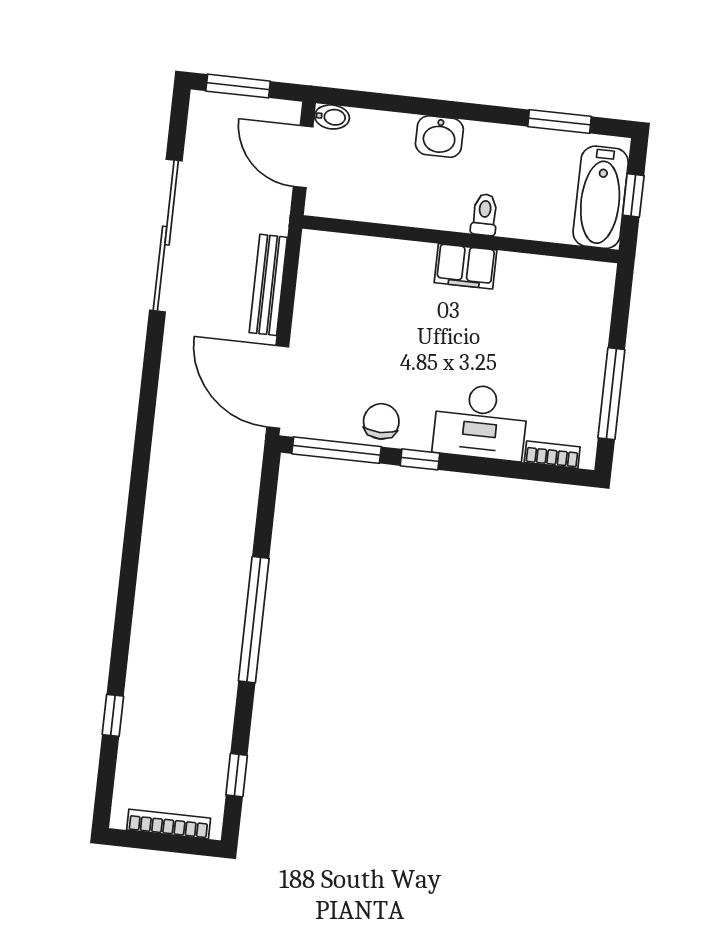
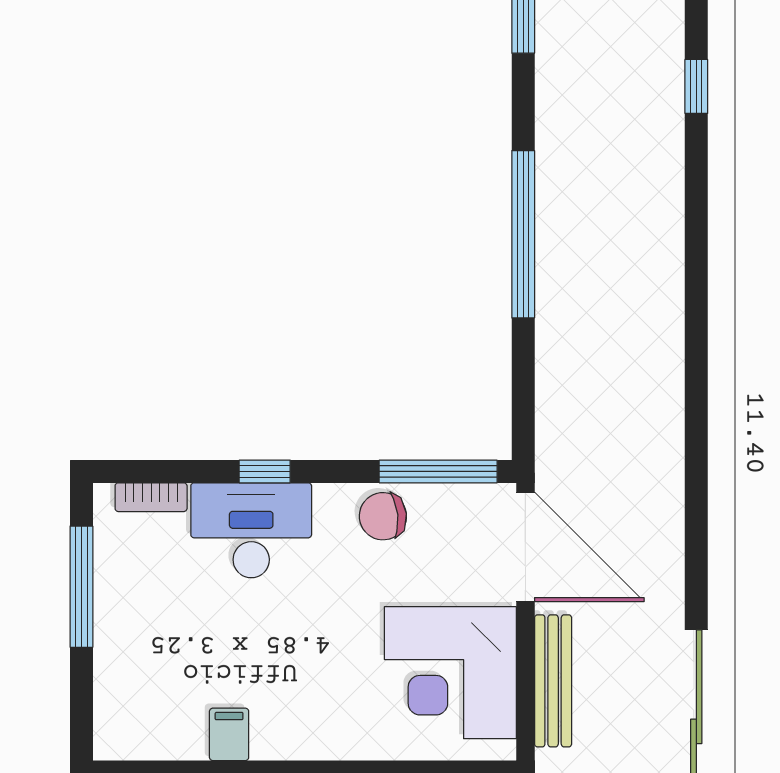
filing cabinet: (465, 266) -> (229, 734), moved, width x0.50
corner desk: (344, 299) -> (450, 673), added
chair: (381, 421) -> (383, 516), turned 84
window: (420, 459) -> (265, 471), moved

